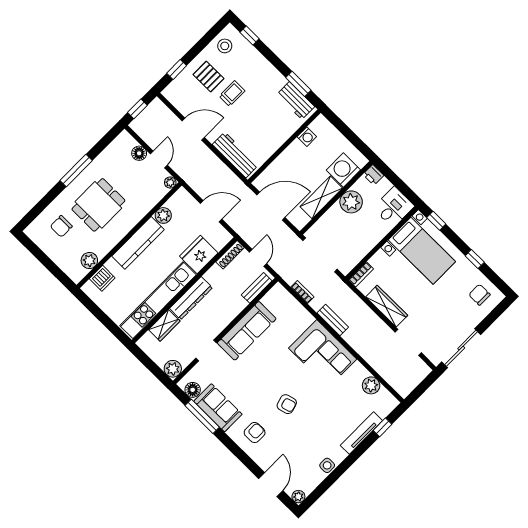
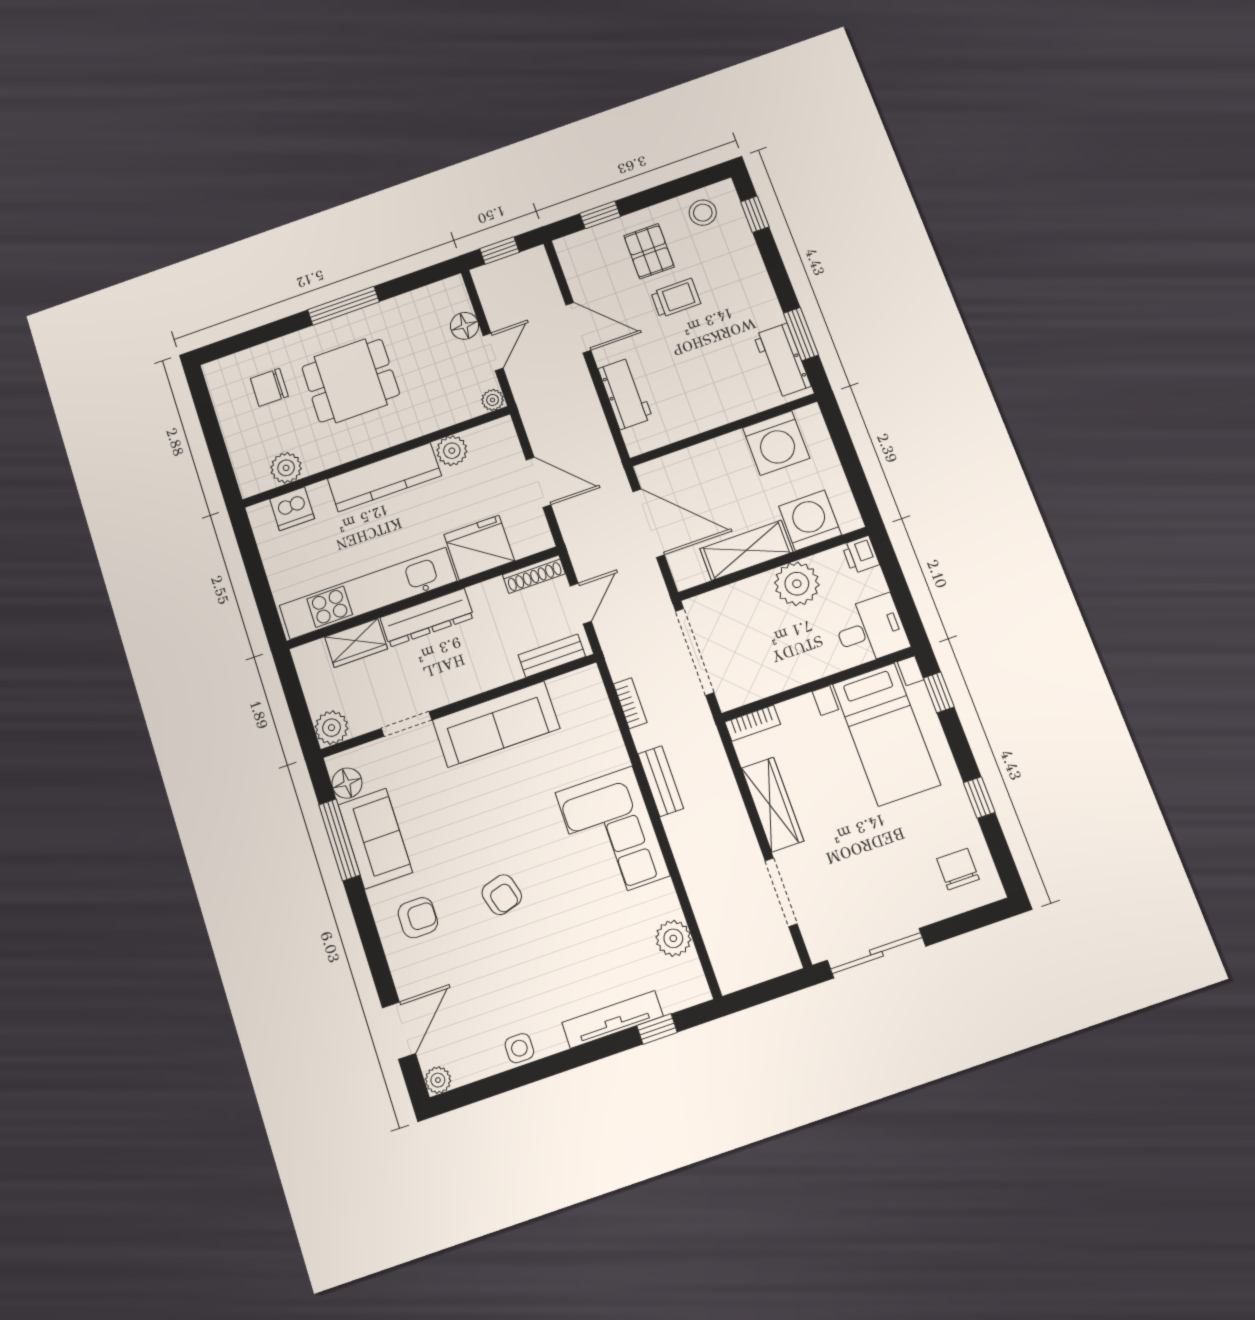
washing machine: (307, 137) -> (776, 443), width x1.89, depth x1.89
workbench: (235, 155) -> (625, 394), width x0.73

